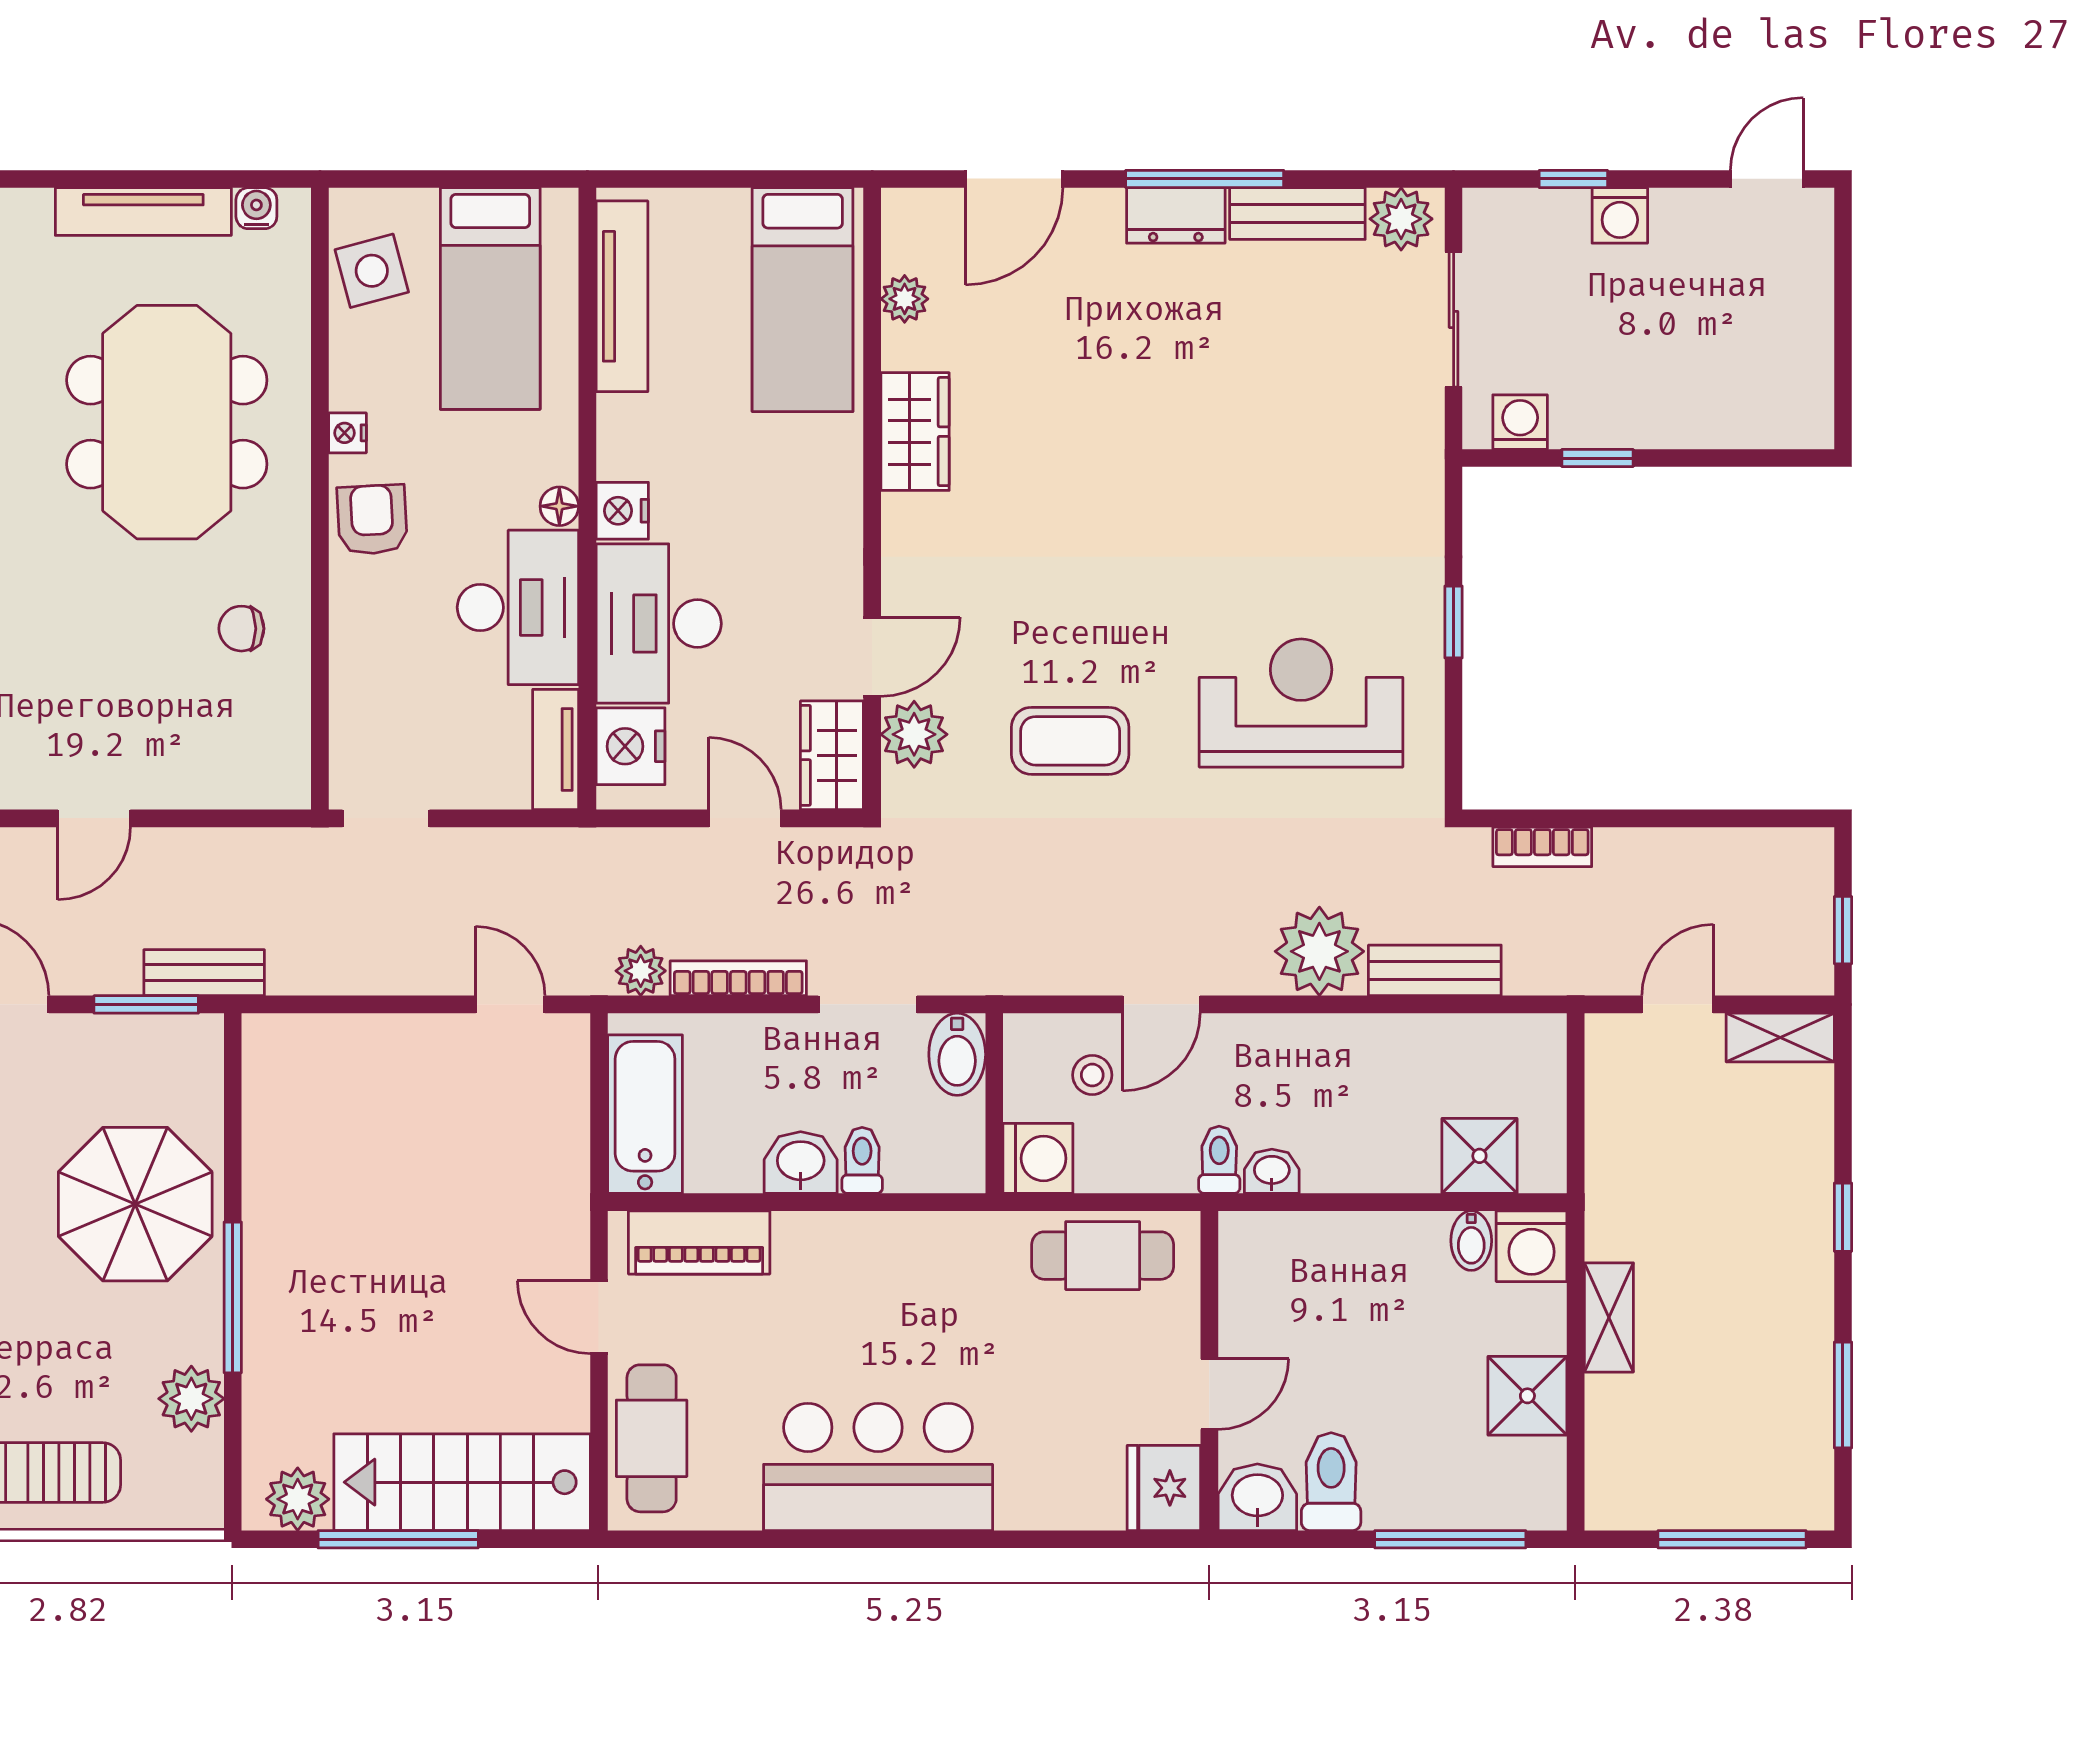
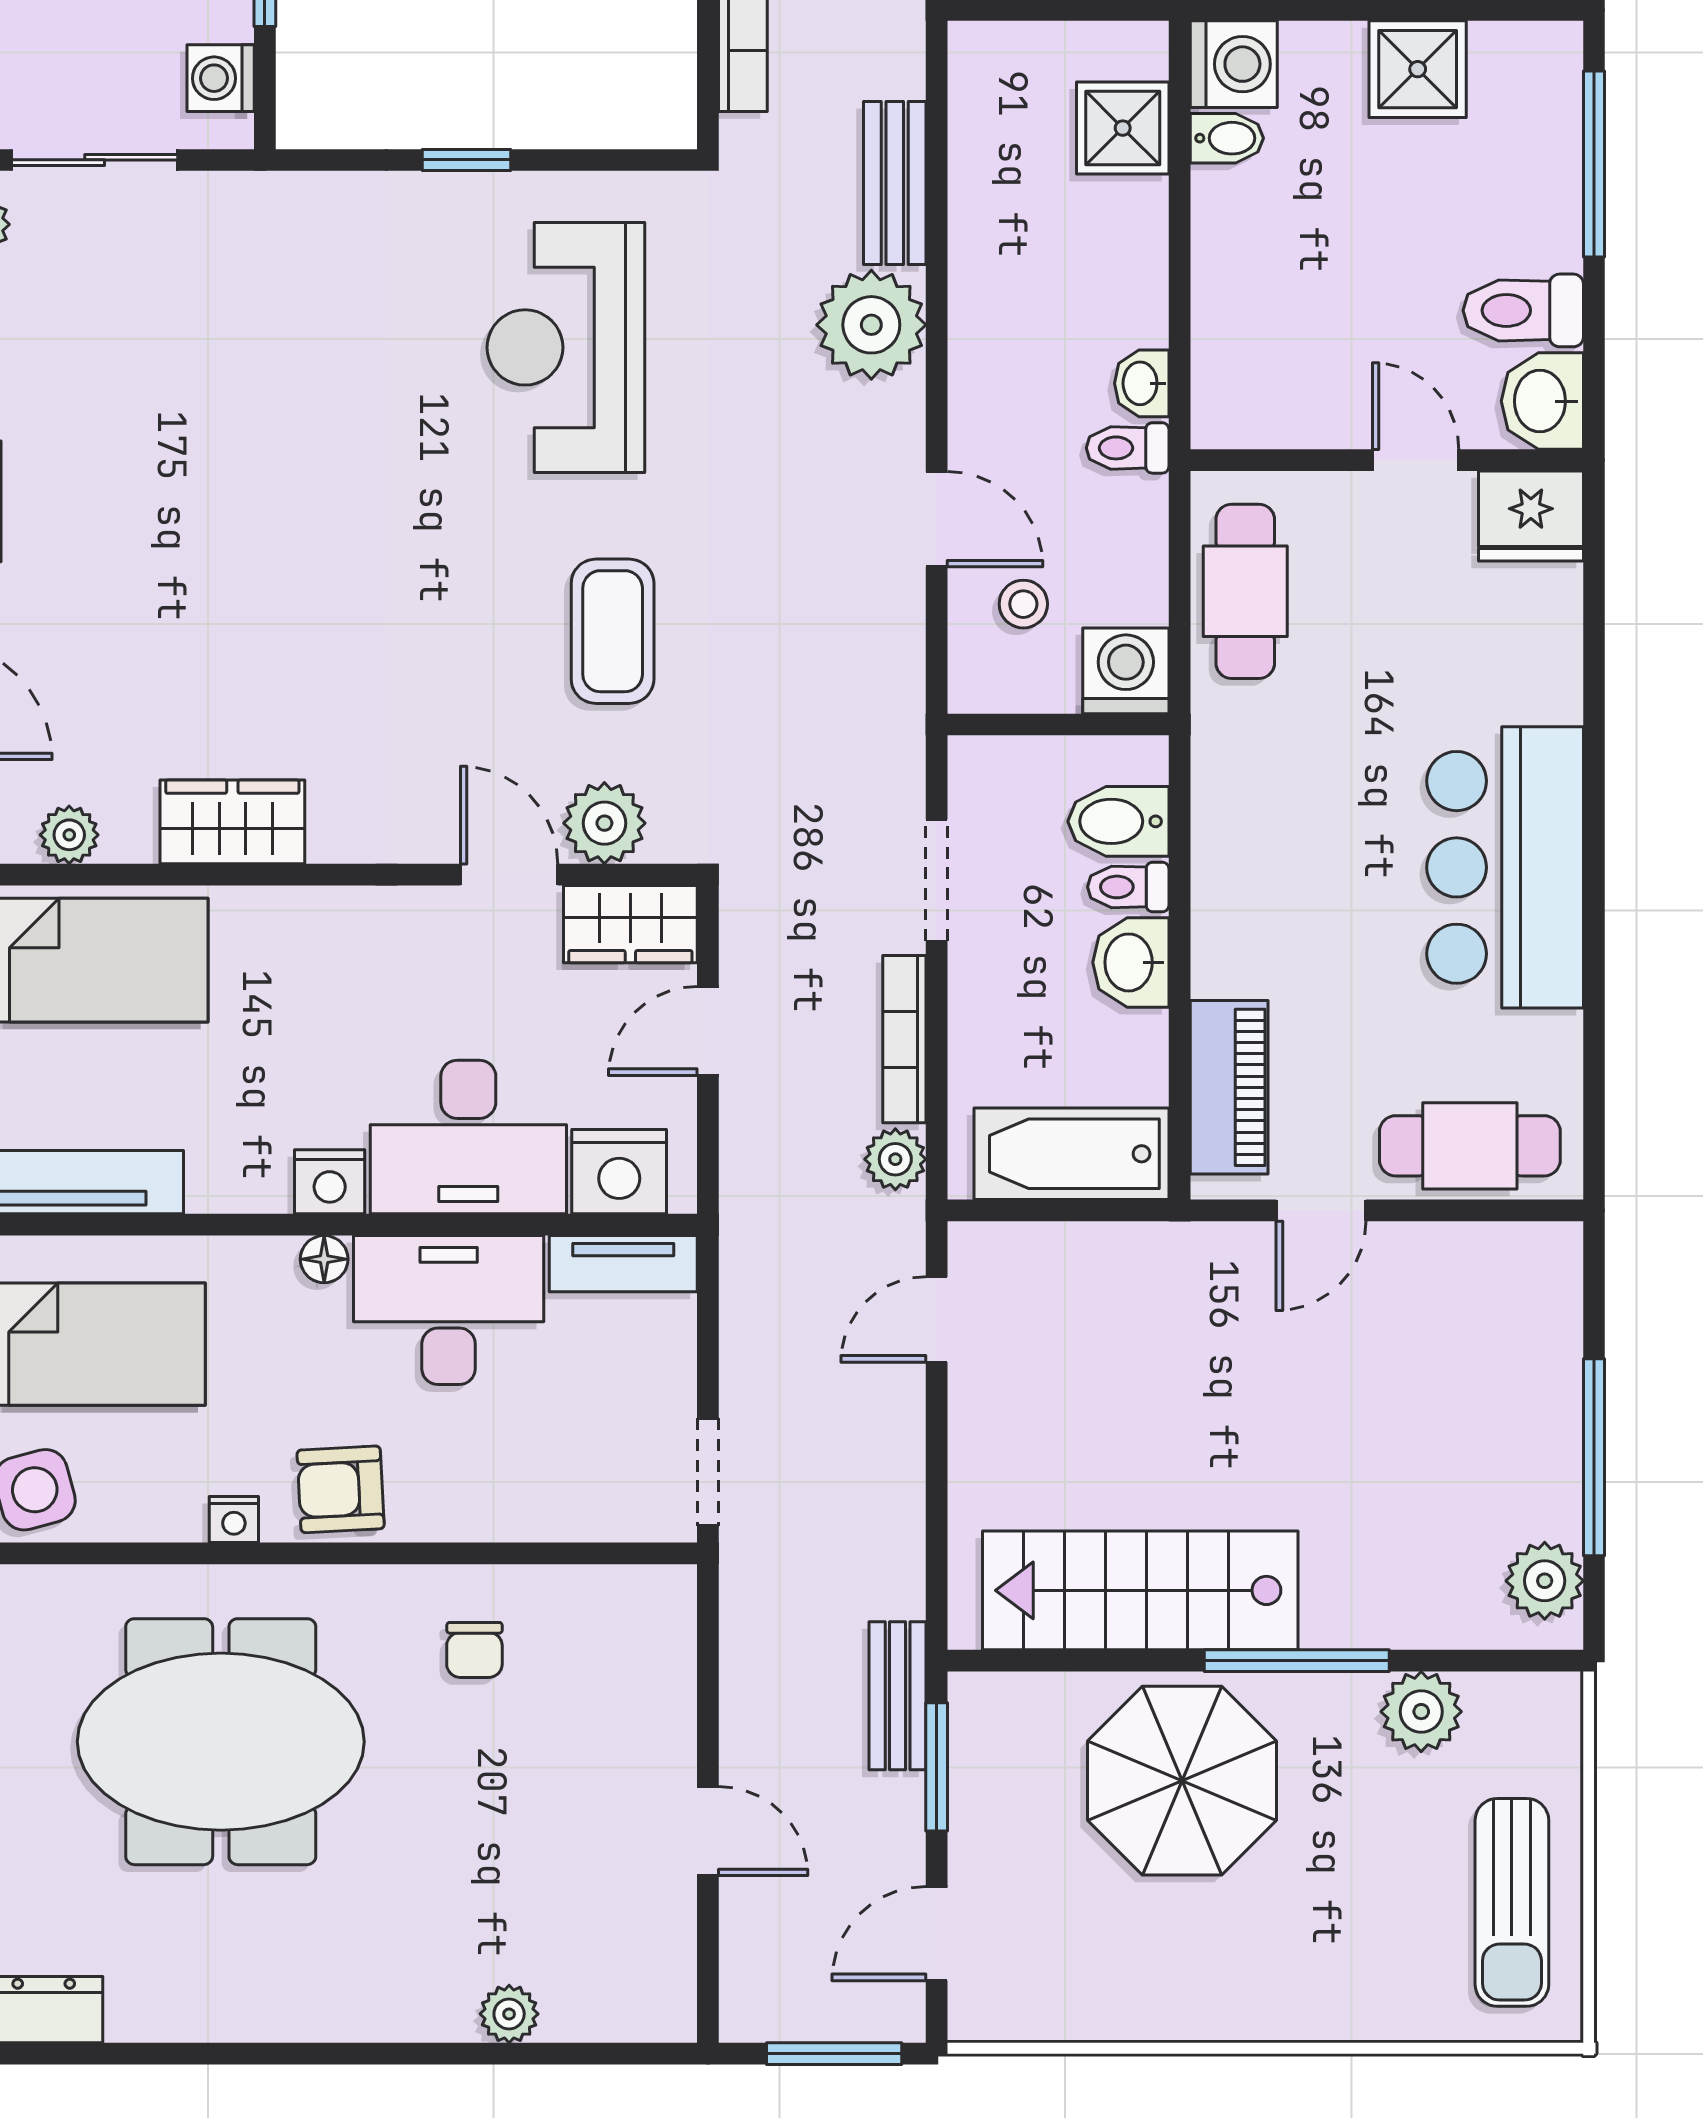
bidet: (957, 1054) -> (1118, 821), moved, turned 180
stairs: (462, 1482) -> (1140, 1590), moved, turned 90

